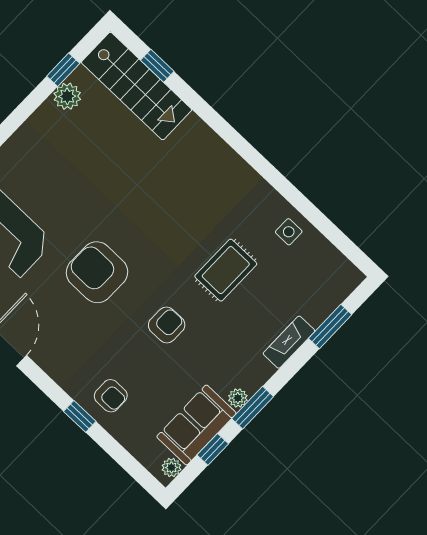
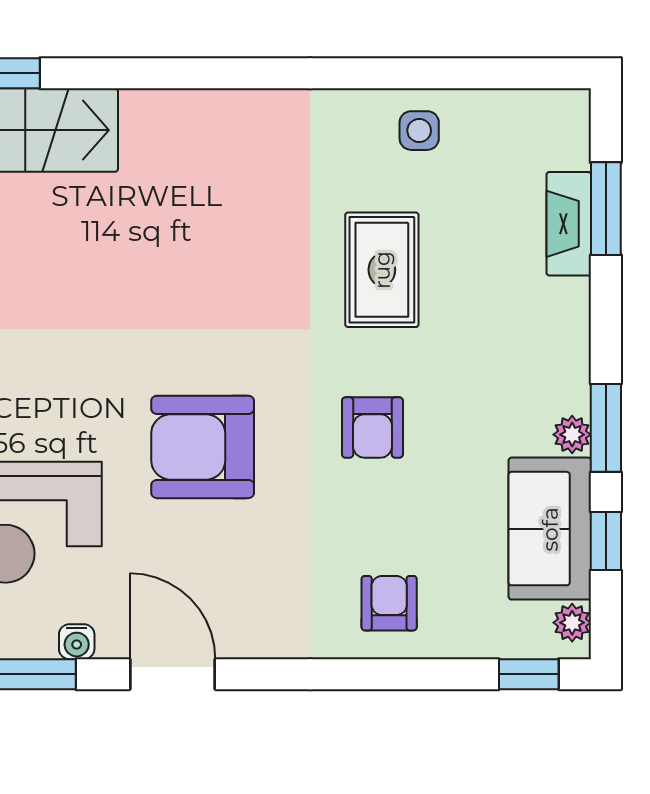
armchair: (167, 325) -> (372, 428), turned 180
fireplace: (289, 342) -> (569, 224), moved
armchair: (111, 396) -> (389, 603), turned -90
window: (80, 416) -> (529, 674), moved

